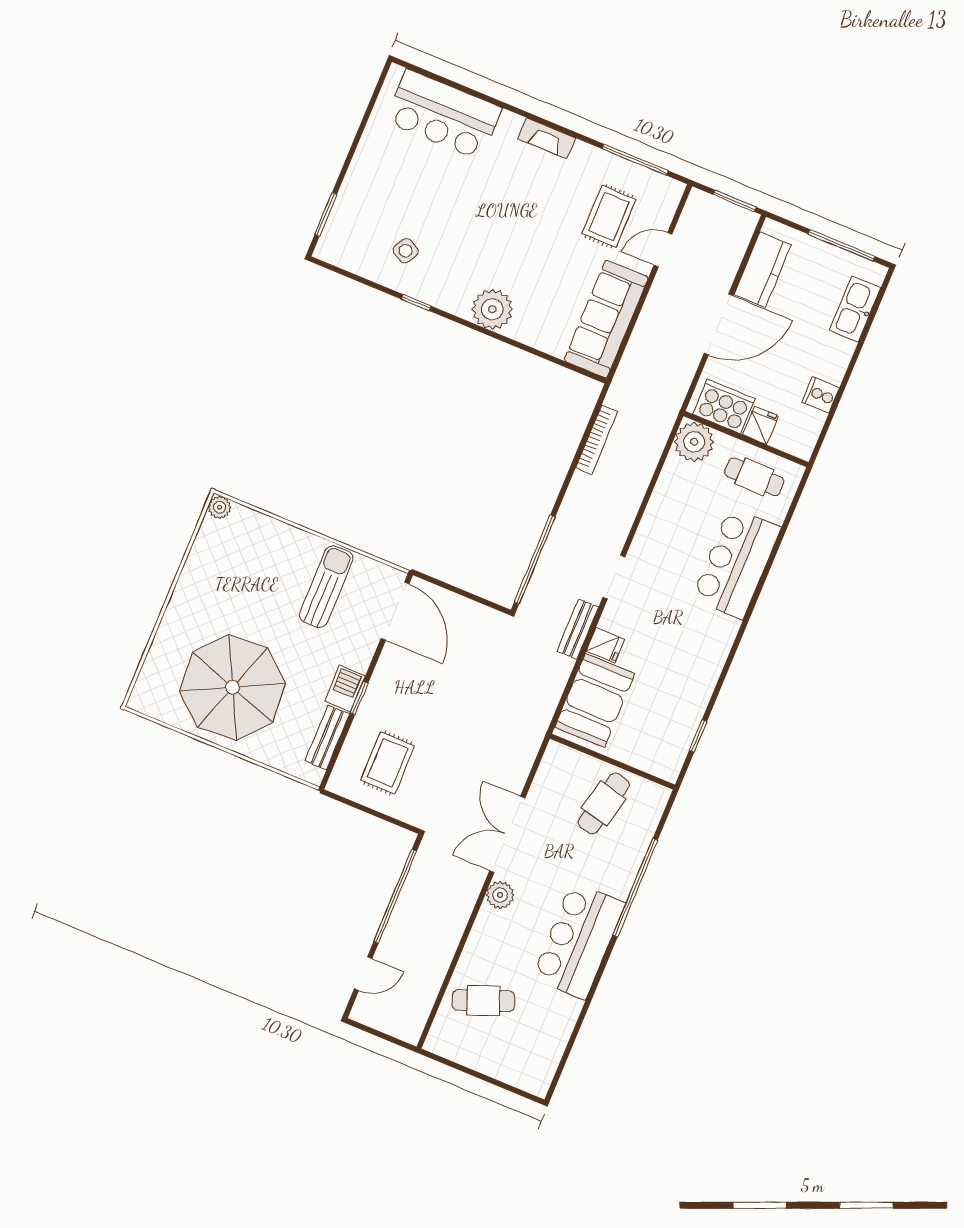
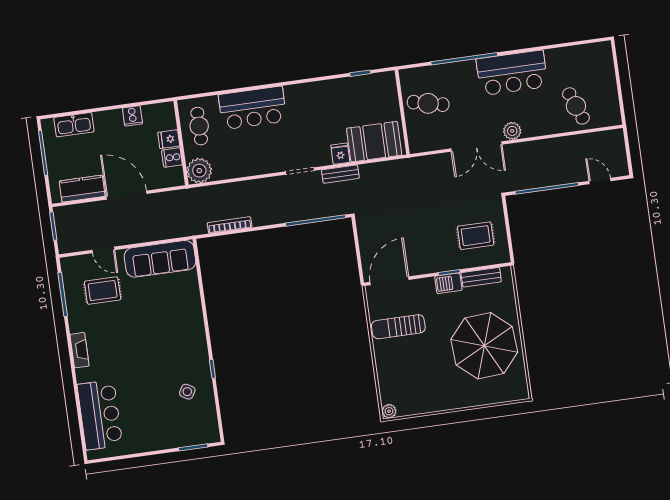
plant: (492, 309) -> (191, 325), removed
cooker: (724, 407) -> (172, 157), width x0.53, depth x0.76

